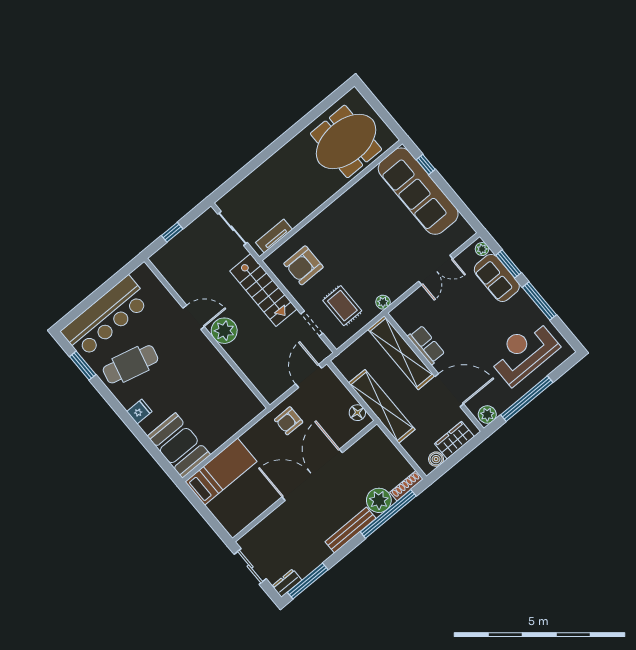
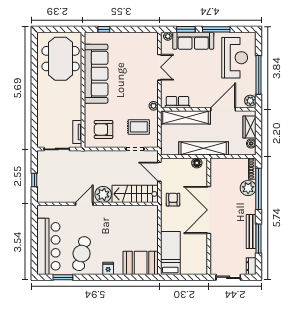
sofa: (418, 191) -> (96, 74), moved, turned -90
armchair: (303, 265) -> (103, 129), turned 90
sofa: (497, 278) -> (193, 41), width x1.36
stairs: (263, 290) -> (135, 194), moved, turned 180
row of seats: (426, 345) -> (178, 102), moved
reception desk: (524, 352) -> (235, 58), turned 180
armchair: (289, 421) -> (173, 200), turned 180
bench: (351, 530) -> (251, 231), moved
window: (308, 581) -> (259, 238), moved

